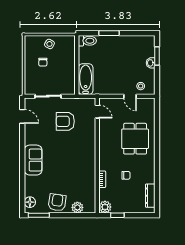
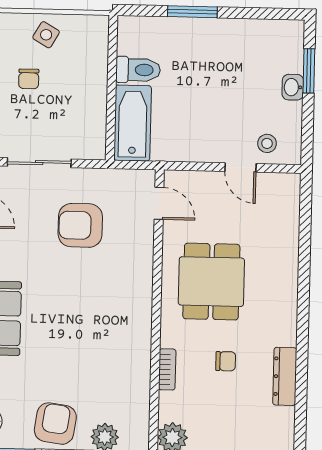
toilet: (87, 41) -> (138, 70), moved
dining table: (135, 139) -> (211, 282), moved
dresser: (150, 196) -> (285, 376), moved

